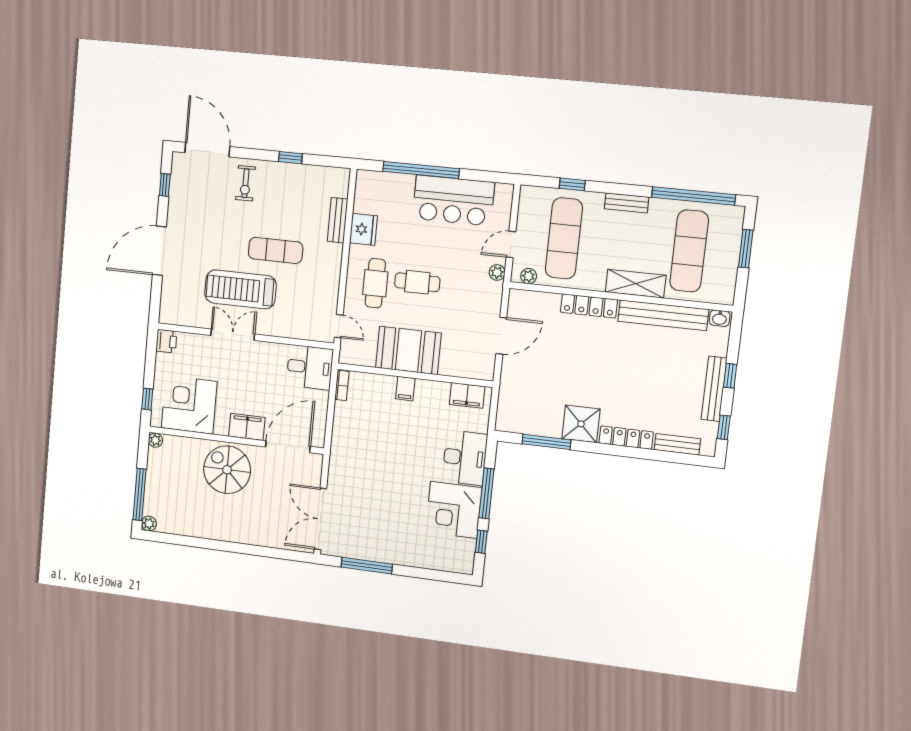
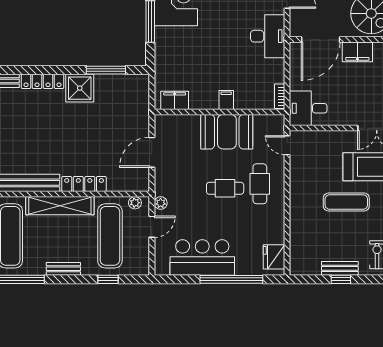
bench: (338, 220) -> (340, 268), moved, turned 90
fridge: (363, 229) -> (274, 257), moved
shelving: (636, 284) -> (60, 206), width x1.47
desk: (465, 458) -> (268, 36), moved, turned 180

